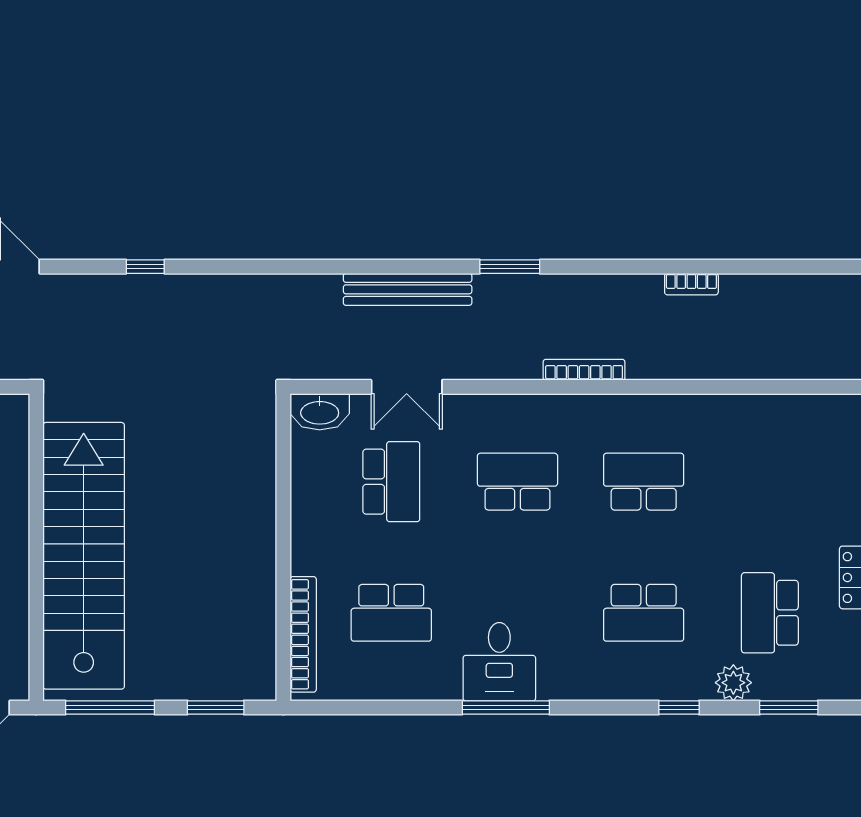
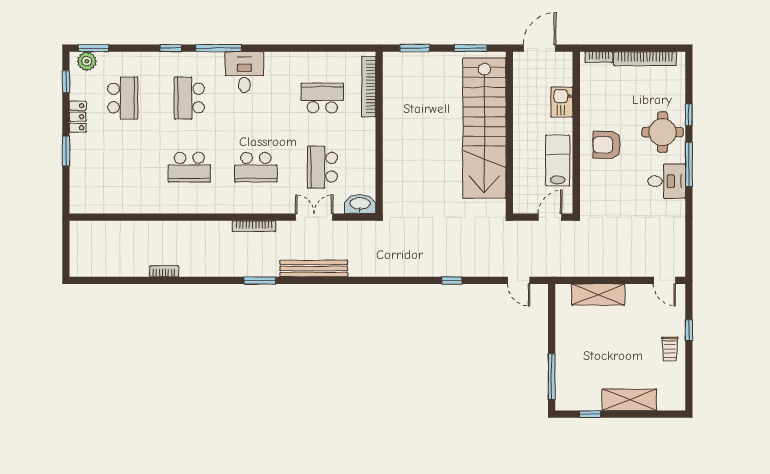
bookcase: (584, 370) -> (254, 226), moved
school desk: (644, 613) -> (189, 98), turned -90
desk: (499, 662) -> (244, 72), moved
plant: (733, 683) -> (87, 61), moved
window: (110, 708) -> (471, 48), width x0.69
window: (506, 708) -> (219, 48), moved
window: (789, 708) -> (93, 48), moved

